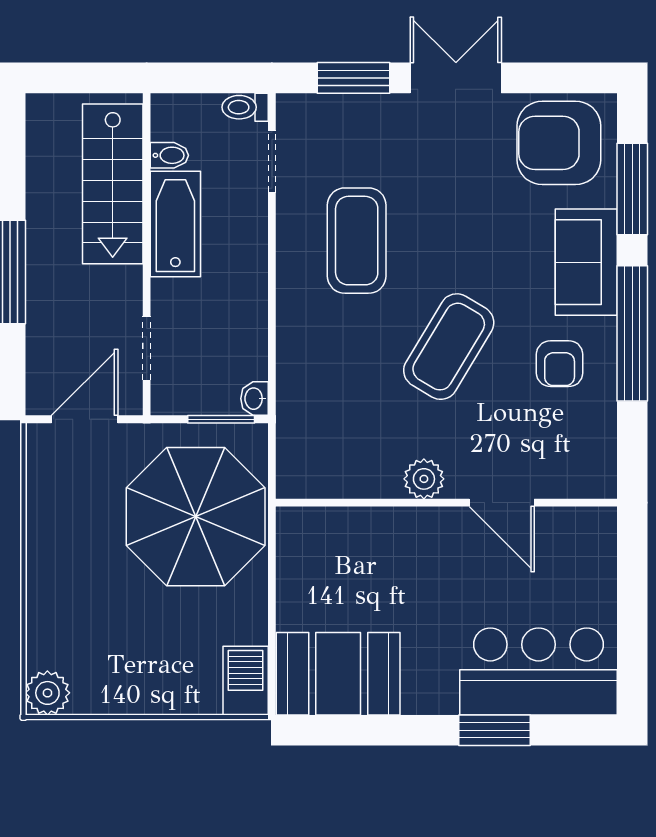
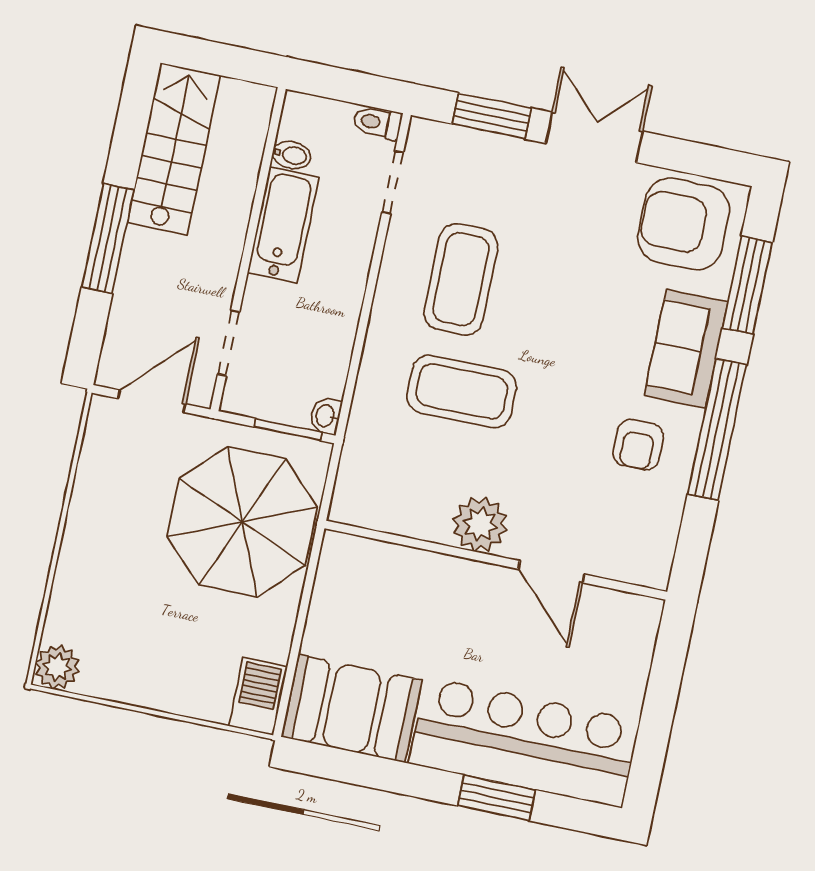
stairs: (113, 184) -> (174, 149), moved, turned 180
coffee table: (449, 347) -> (462, 392), moved, turned 59
plant: (424, 479) -> (480, 524), width x1.36, depth x1.36
bar counter: (539, 671) -> (524, 742), width x1.36

